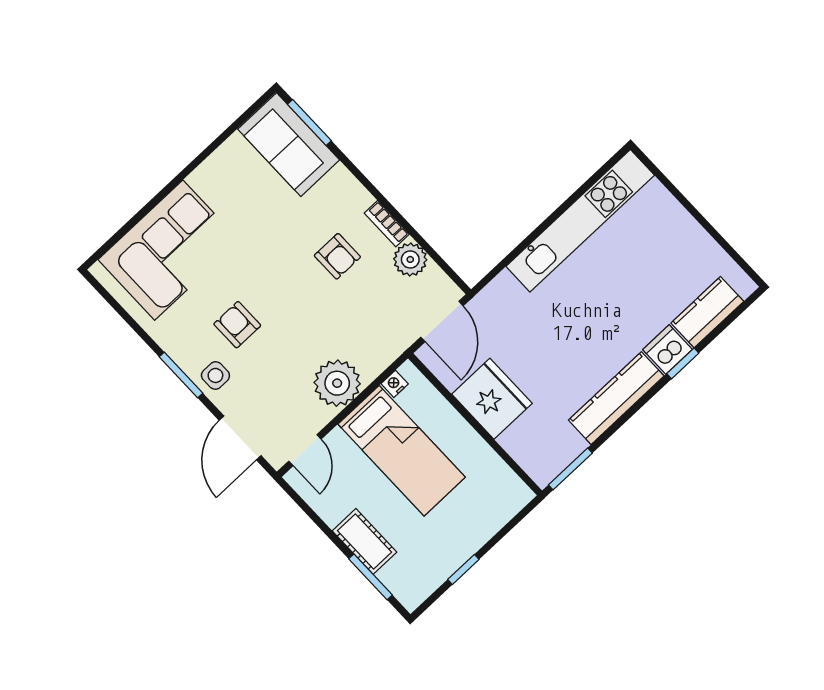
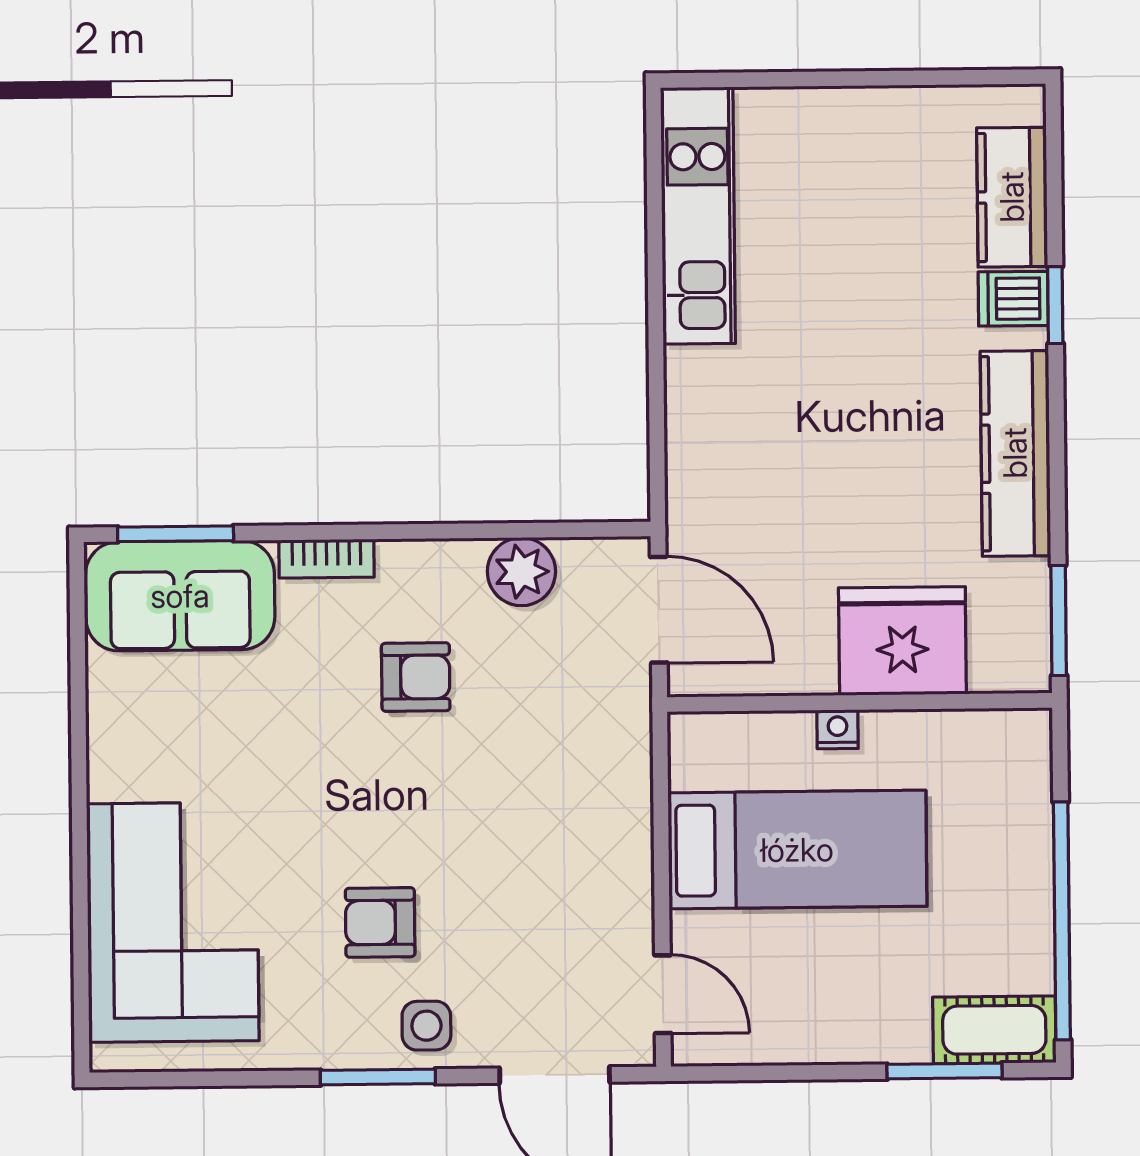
kitchen unit: (580, 221) -> (698, 216), width x0.73
bookcase: (387, 224) -> (326, 559), moved
dishwasher: (668, 349) -> (1013, 299), width x0.73
plant: (337, 383) -> (606, 853), removed
nightstand: (395, 384) -> (838, 729), moved, turned 90
fridge: (492, 399) -> (902, 641), moved
cot: (365, 541) -> (994, 1030), moved
window: (463, 569) -> (1062, 921), width x3.17

